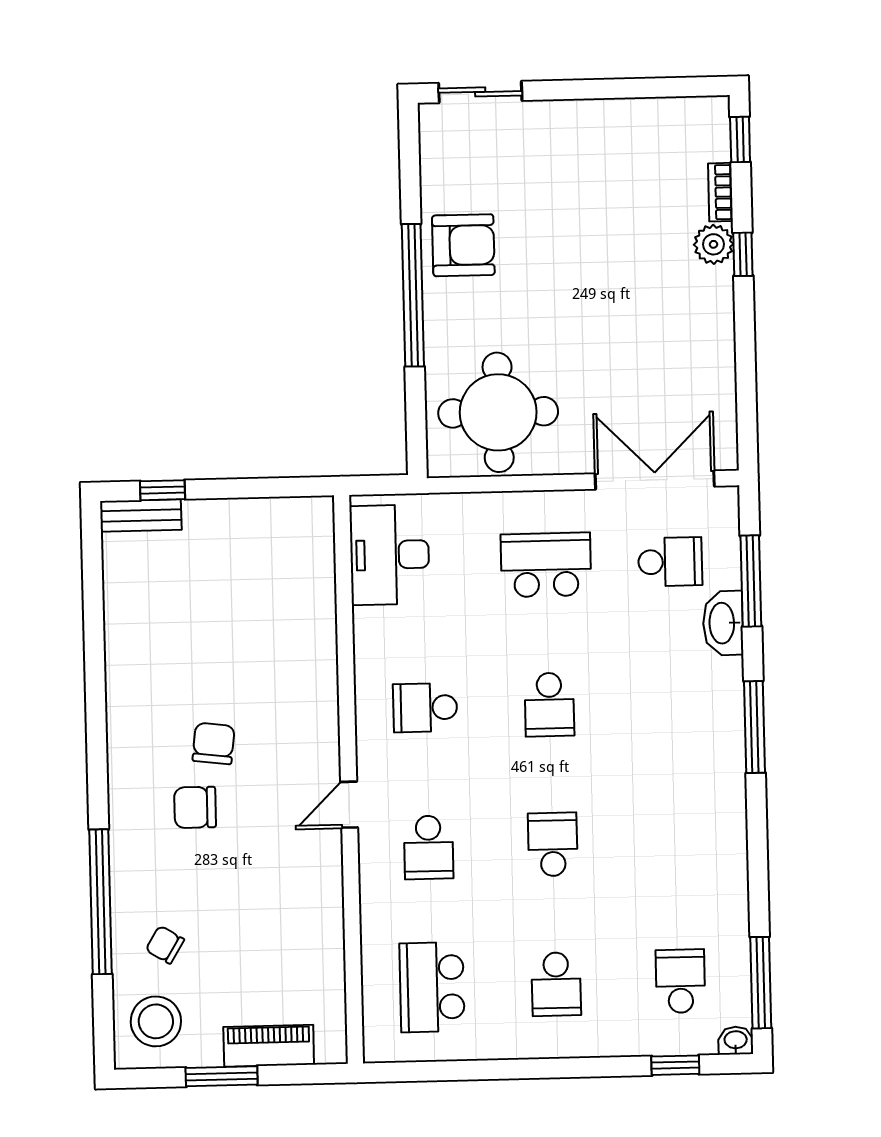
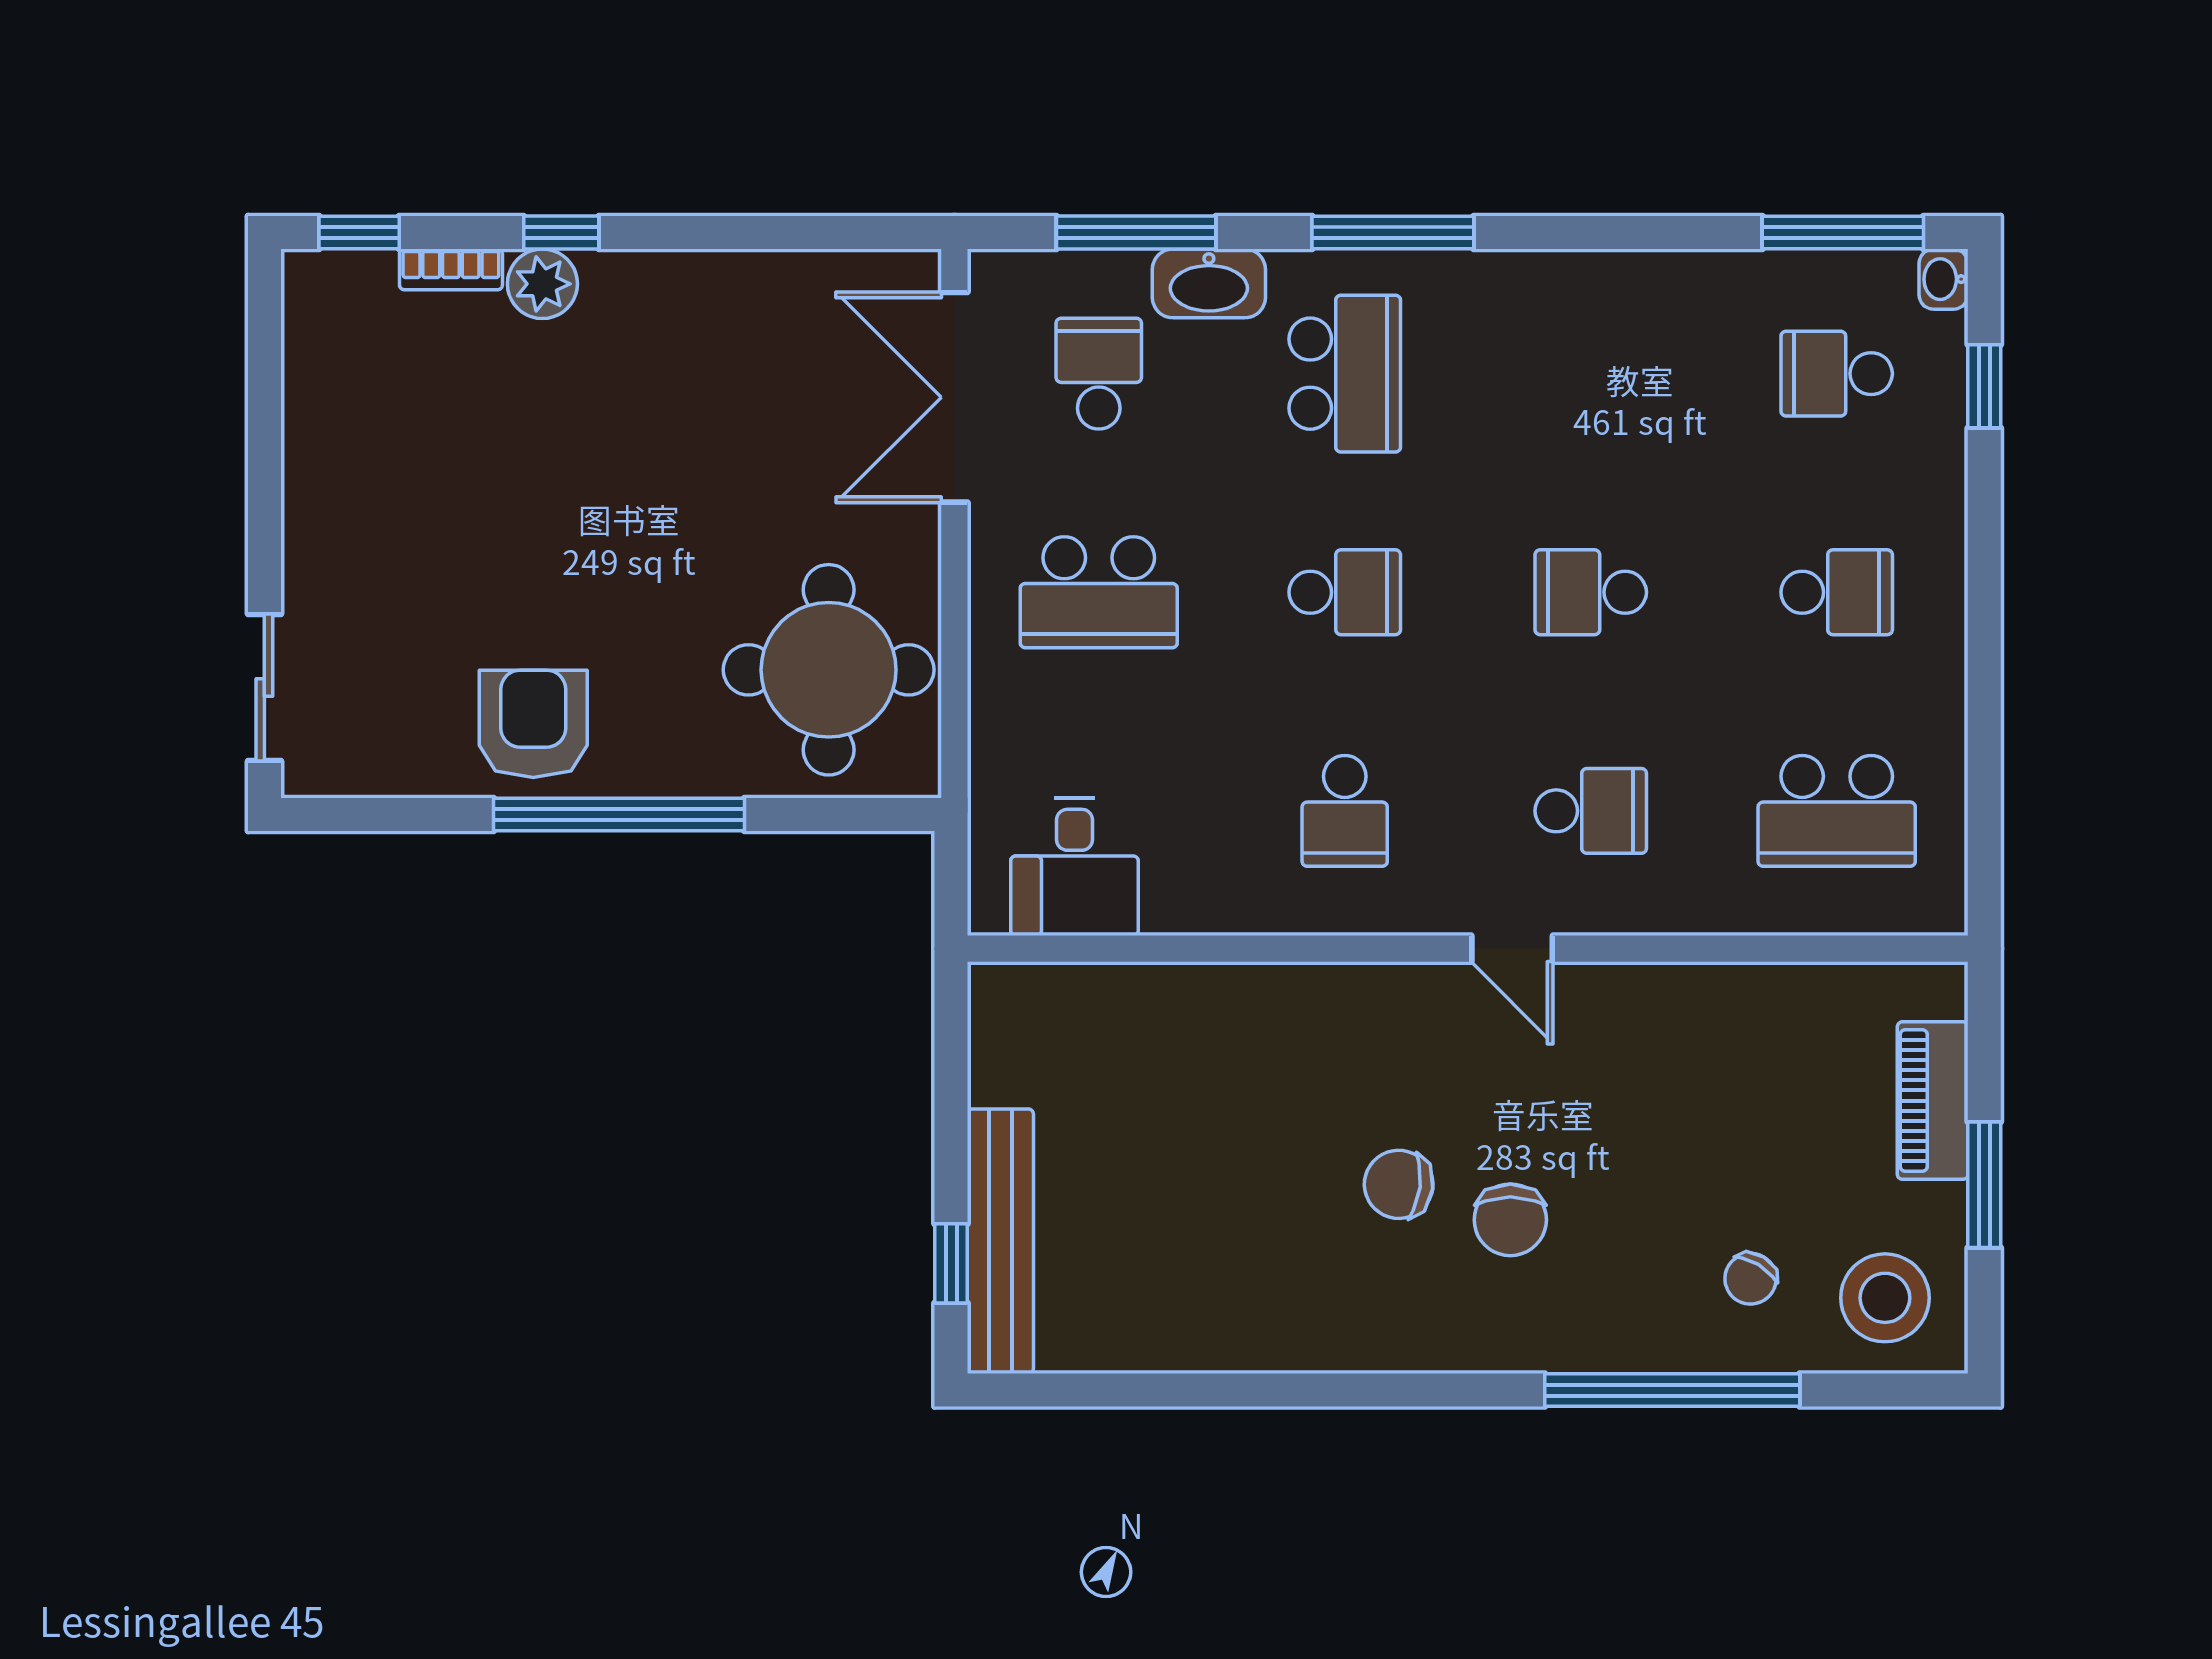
bench: (141, 515) -> (1000, 1241), width x1.86, depth x1.21
desk: (390, 555) -> (1075, 867), width x0.73
school desk: (546, 565) -> (1099, 592), turned -90
school desk: (674, 702) -> (1345, 374), added

